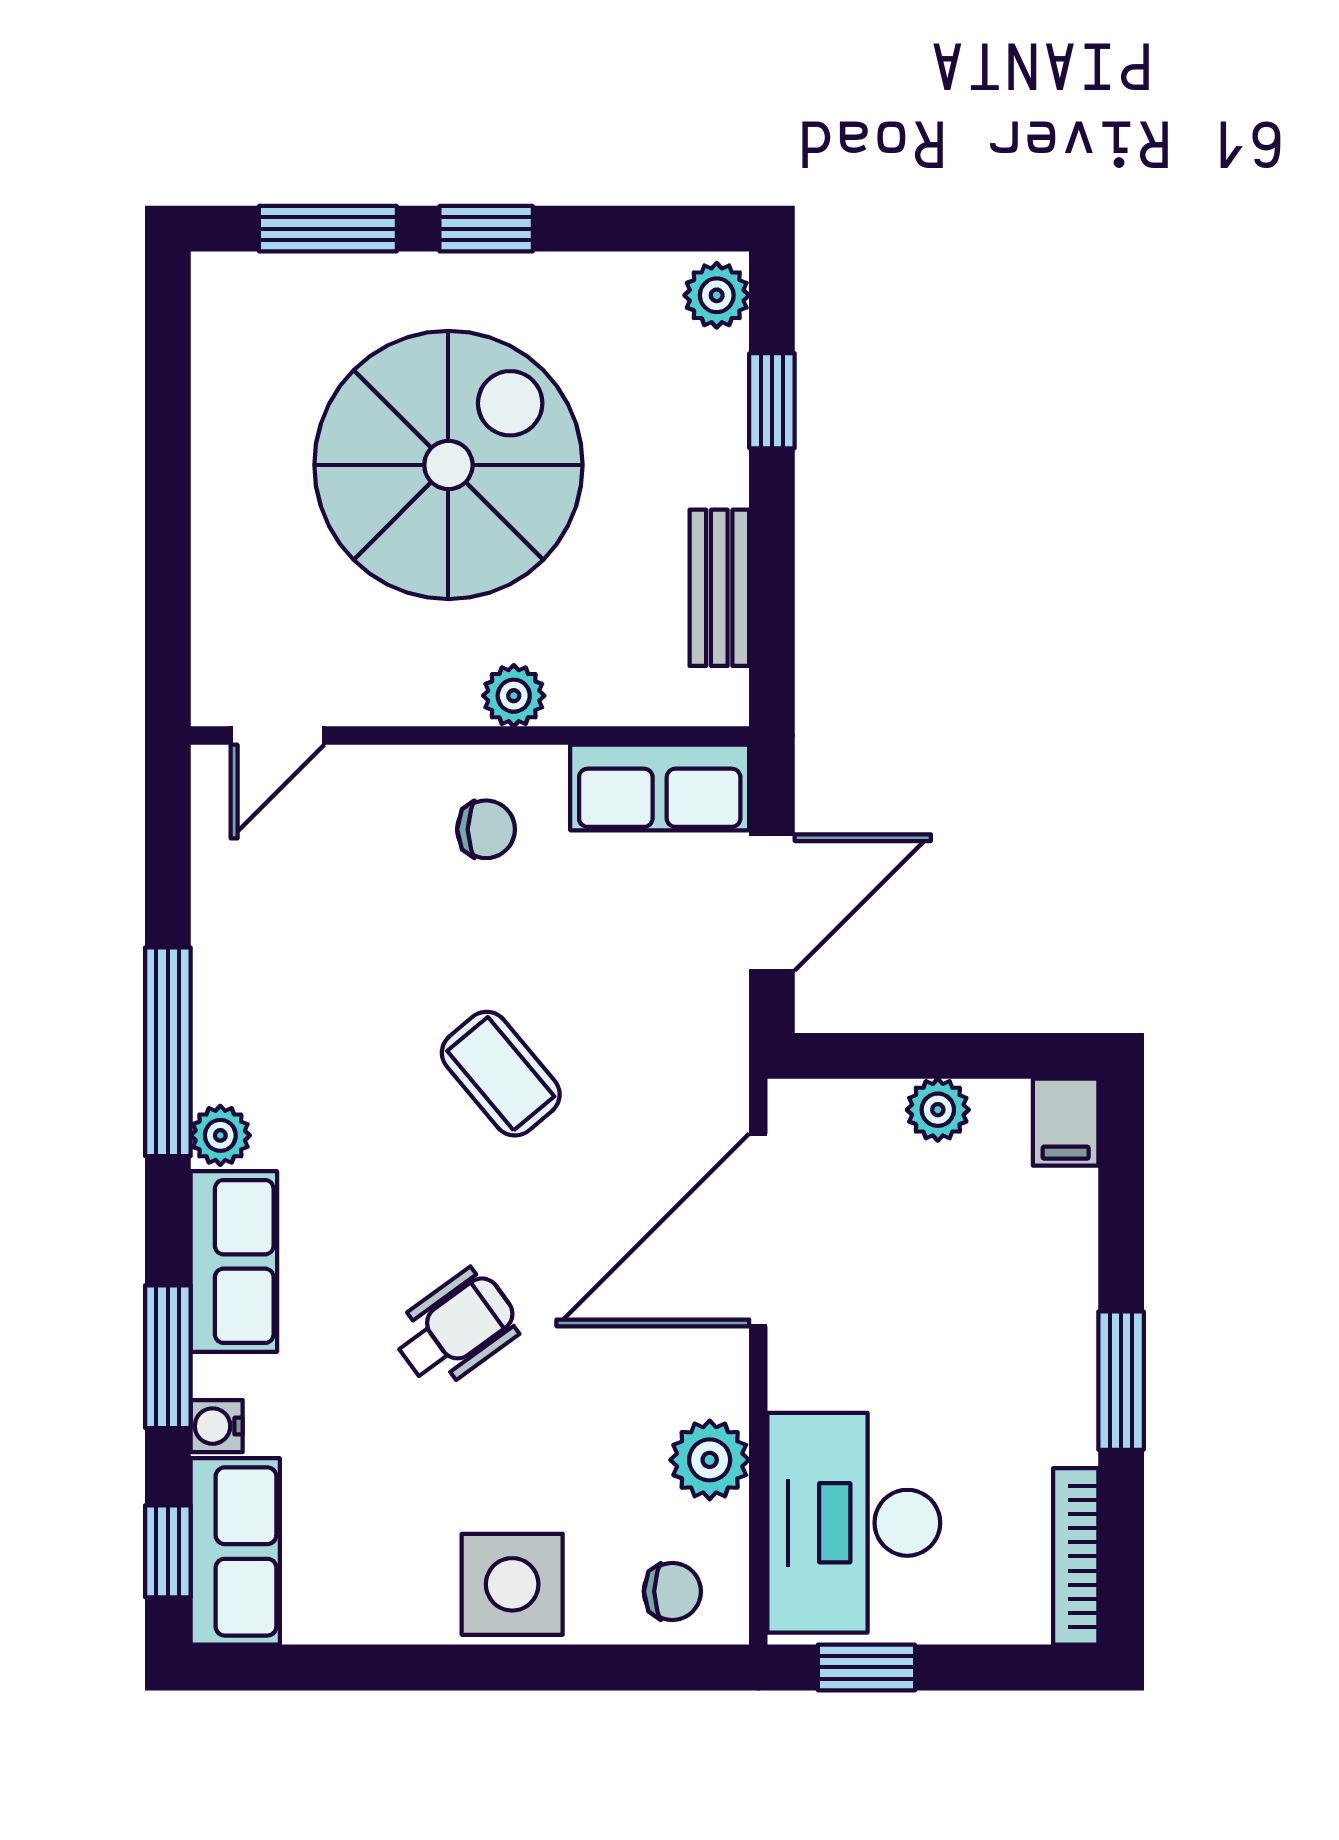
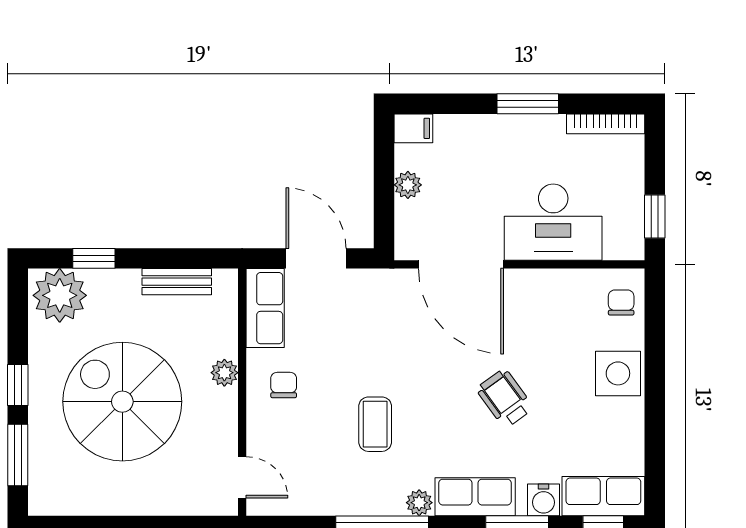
plant: (717, 295) -> (60, 295), width x1.87, depth x1.87
coffee table: (501, 1074) -> (375, 424), moved, turned -50
water cooler: (217, 1426) -> (543, 500), width x1.38, depth x1.38
plant: (710, 1460) -> (563, 286), removed
desk: (854, 1523) -> (553, 222), moved

